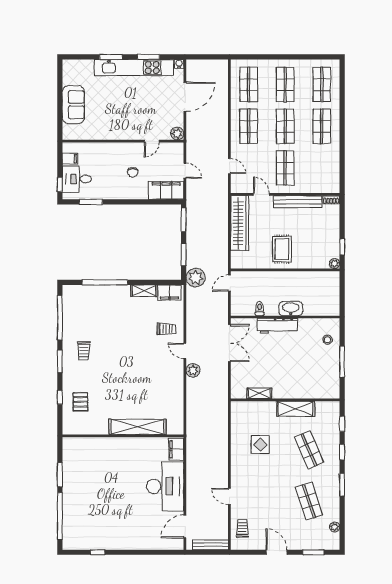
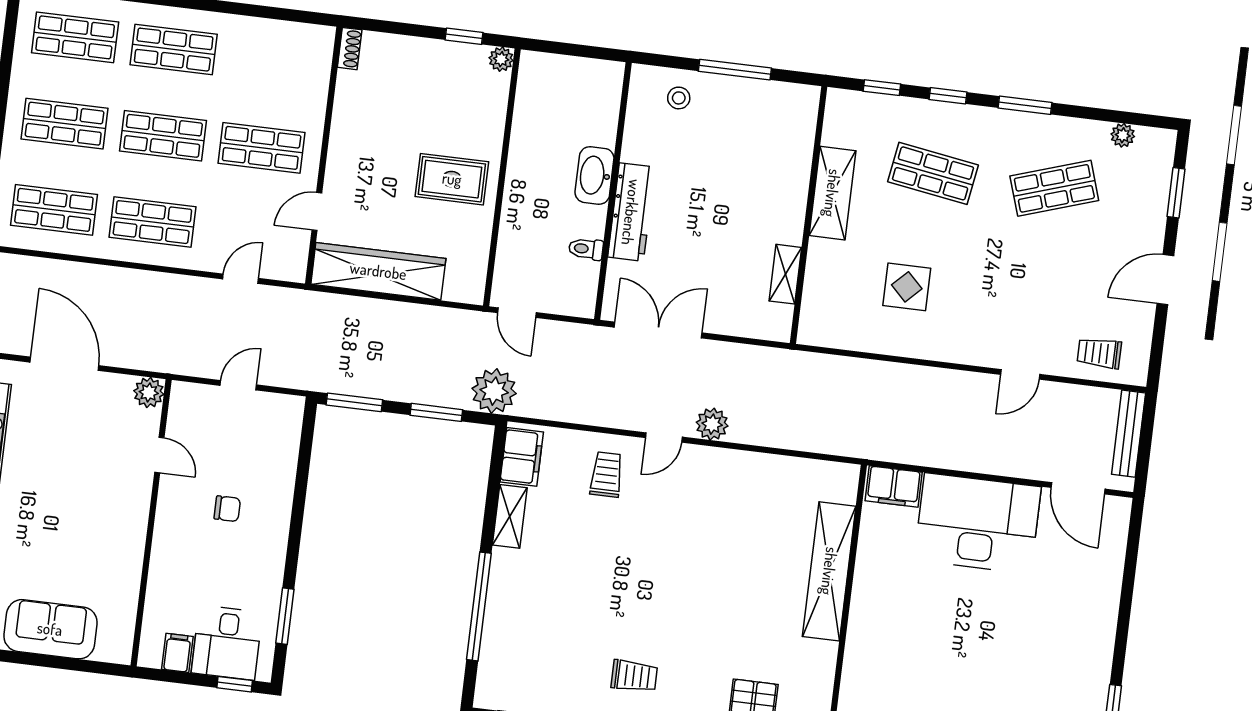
filing cabinet: (166, 190) -> (279, 435), removed
bench: (298, 202) -> (344, 128), removed
shop shelf: (309, 450) -> (933, 173), turned 33

